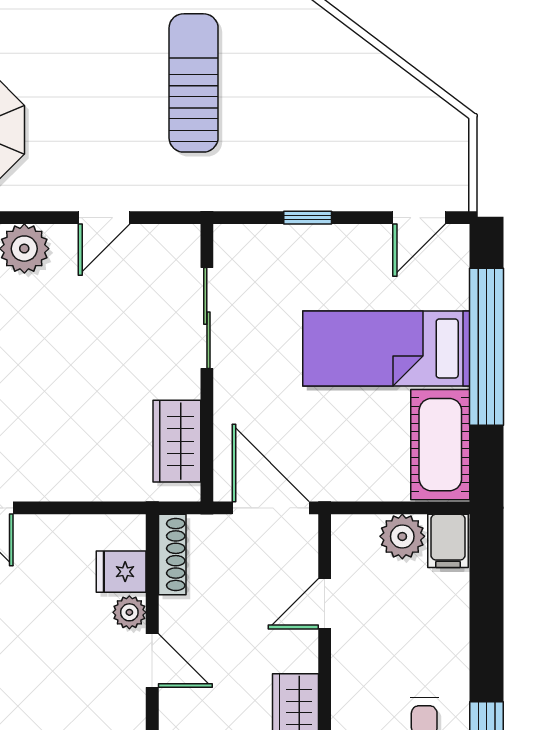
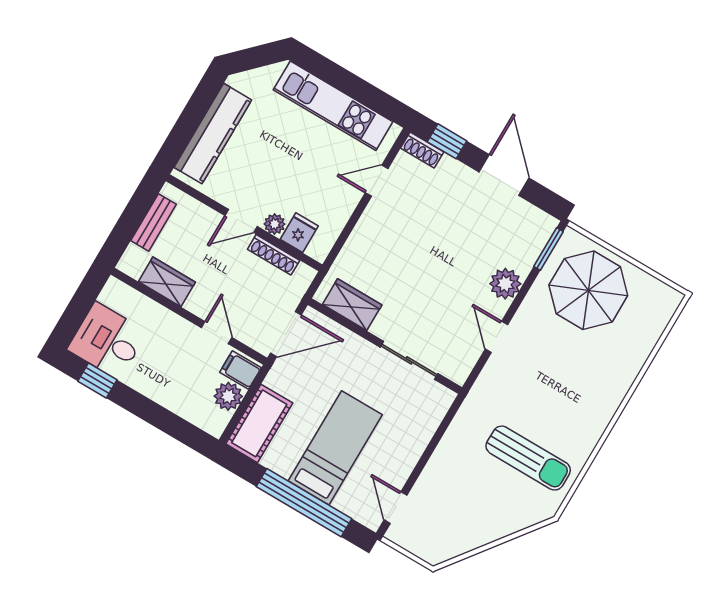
sun lounger: (194, 83) -> (528, 458), moved
window: (308, 218) -> (431, 447), removed
cot: (440, 445) -> (259, 423), moved, turned 90
filing cabinet: (448, 541) -> (241, 370), moved
shoe rack: (172, 555) -> (274, 255), moved

